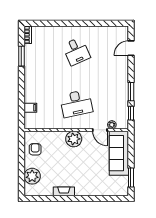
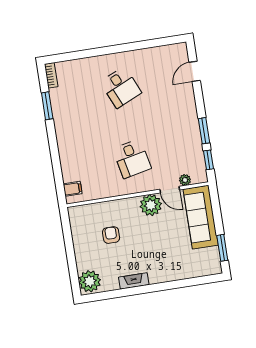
desk: (76, 104) -> (132, 159), width x0.73
filing cabinet: (30, 108) -> (73, 189), moved
plant: (74, 139) -> (151, 205), moved
armchair: (35, 149) -> (111, 235), moved
plant: (32, 176) -> (90, 281), moved

